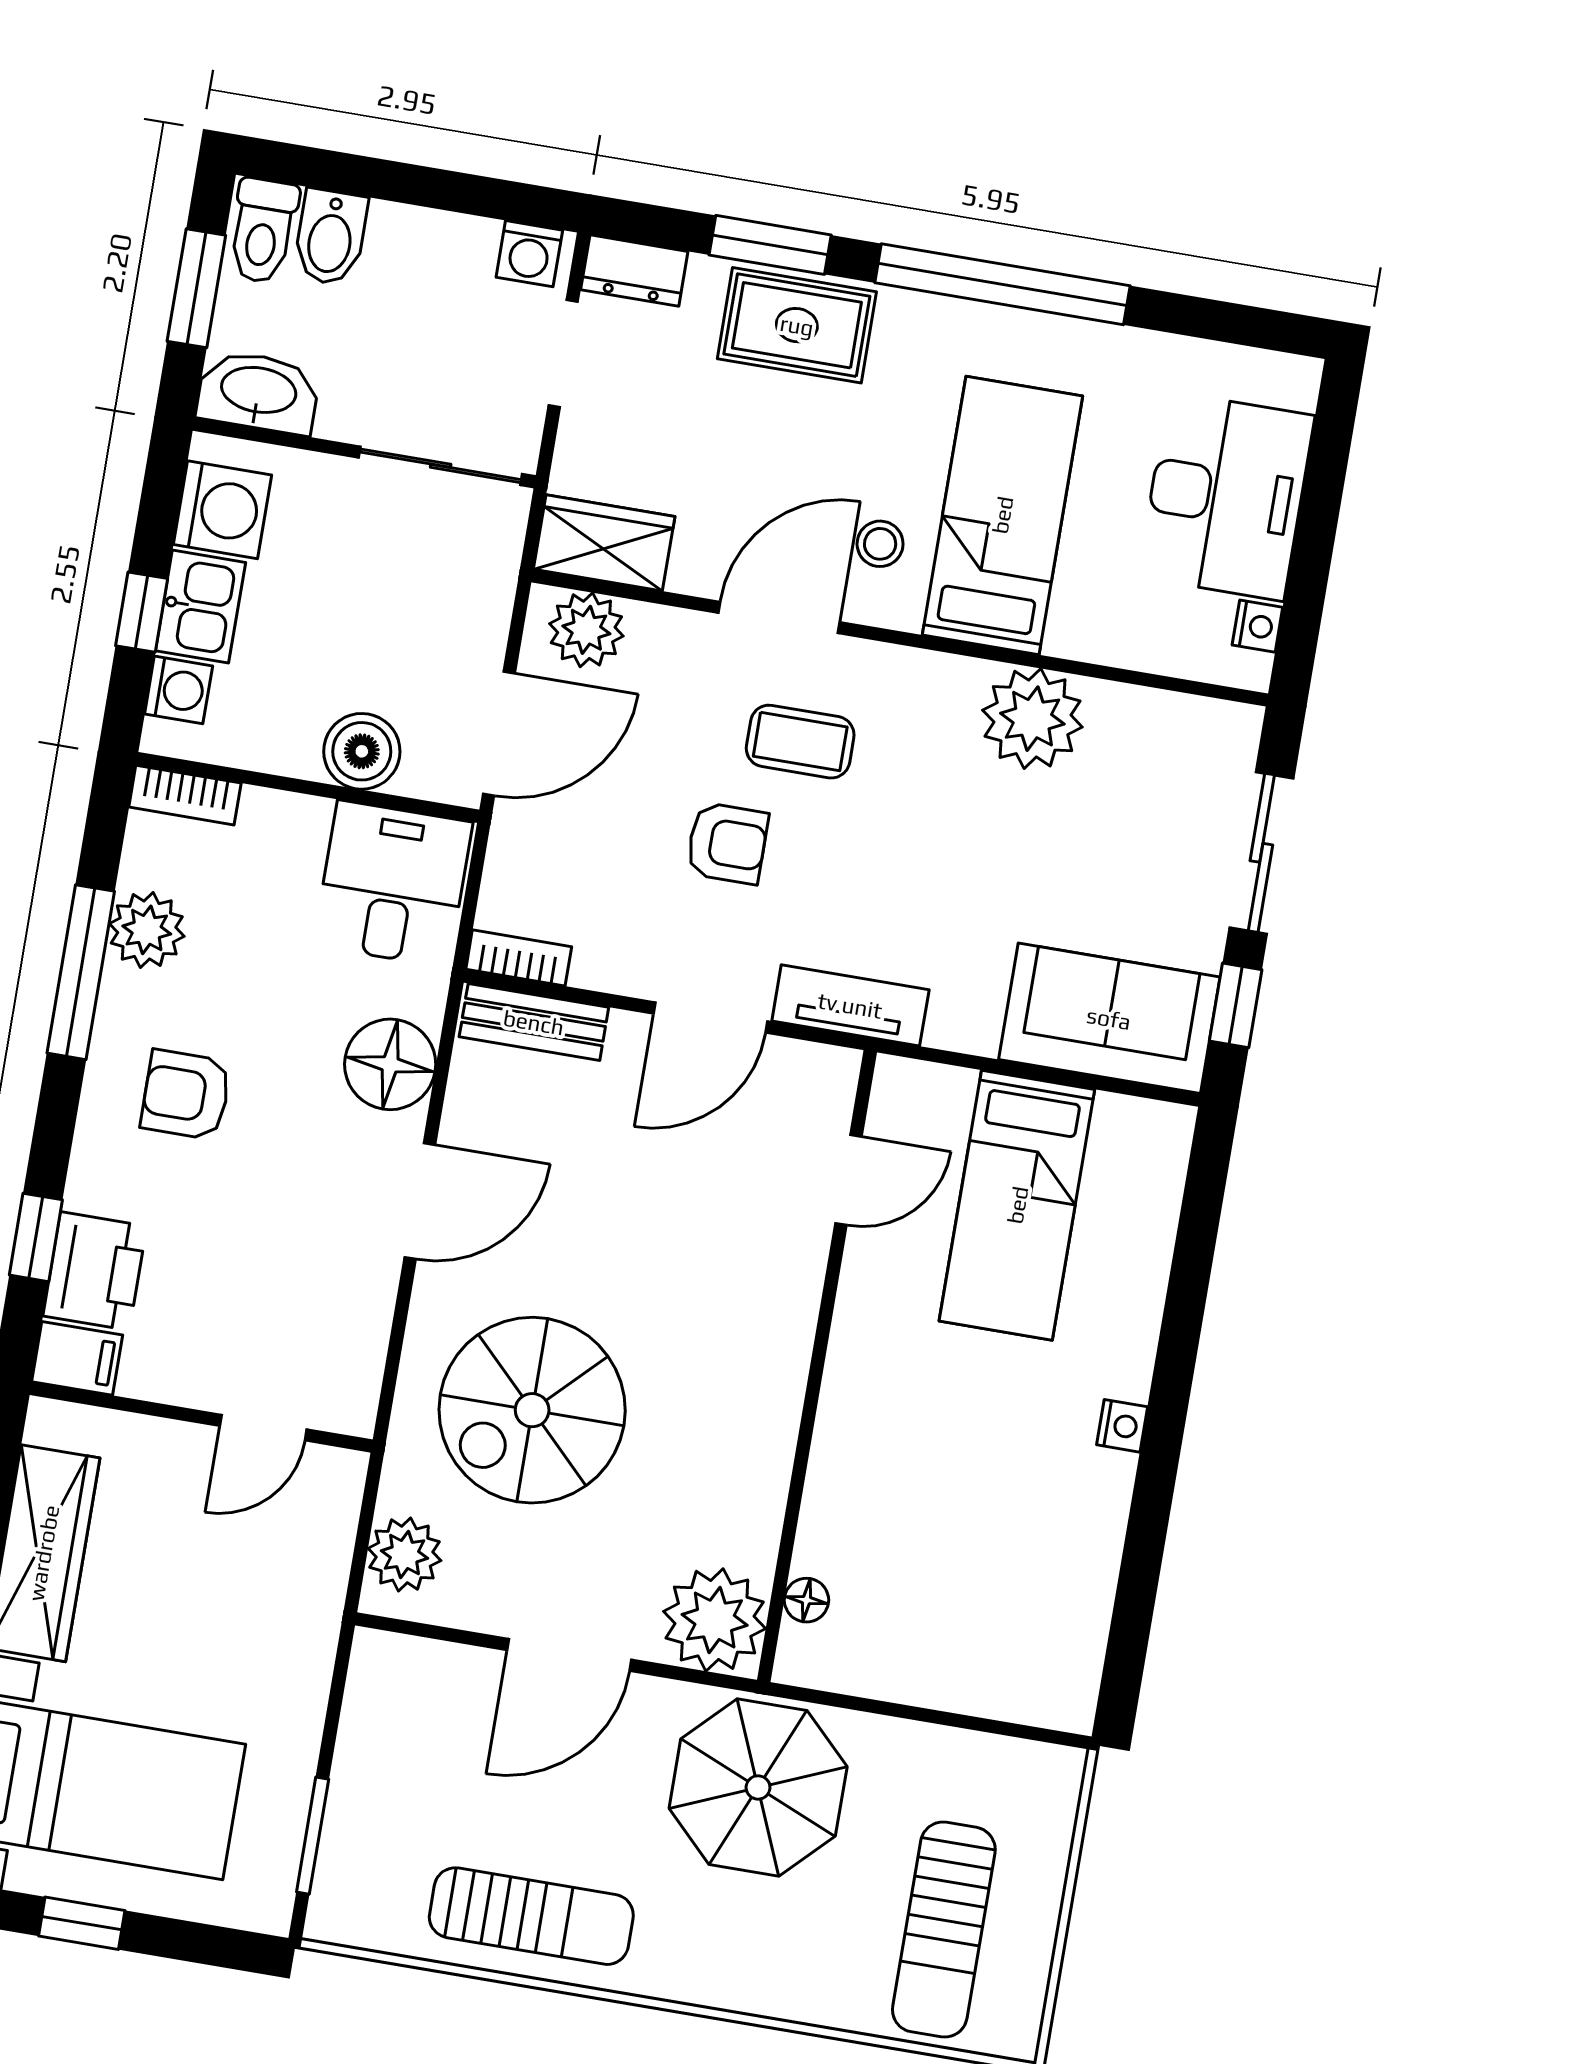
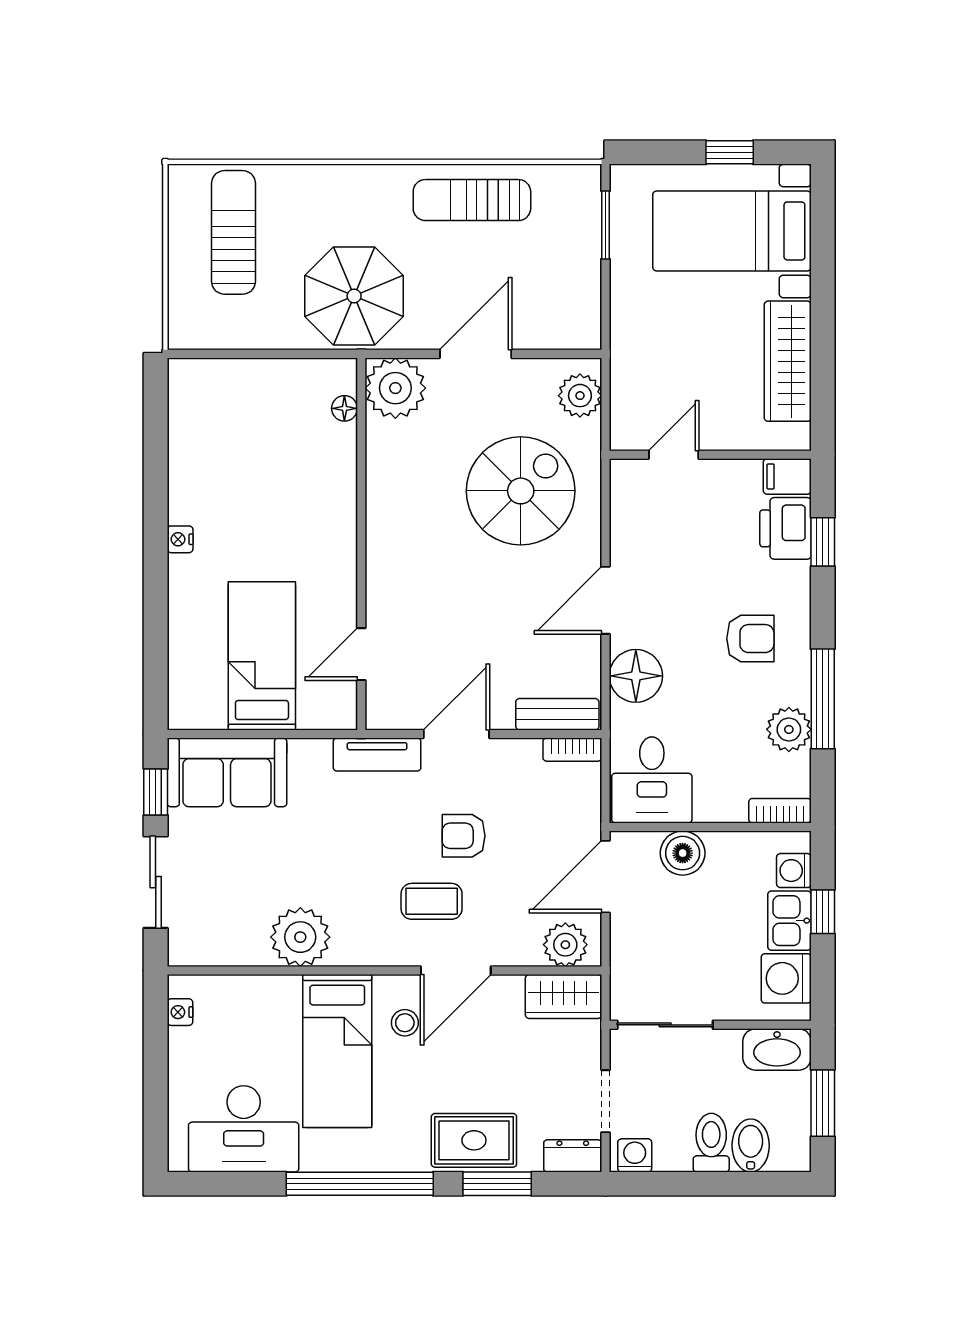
toilet: (263, 231) -> (711, 1143), moved
desk: (1226, 496) -> (244, 1129), moved, turned -90

